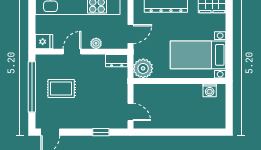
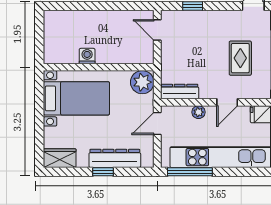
dresser: (117, 61) -> (180, 92), width x1.44
rug: (61, 89) -> (240, 58), turned 90
washing machine: (210, 90) -> (87, 56), moved

